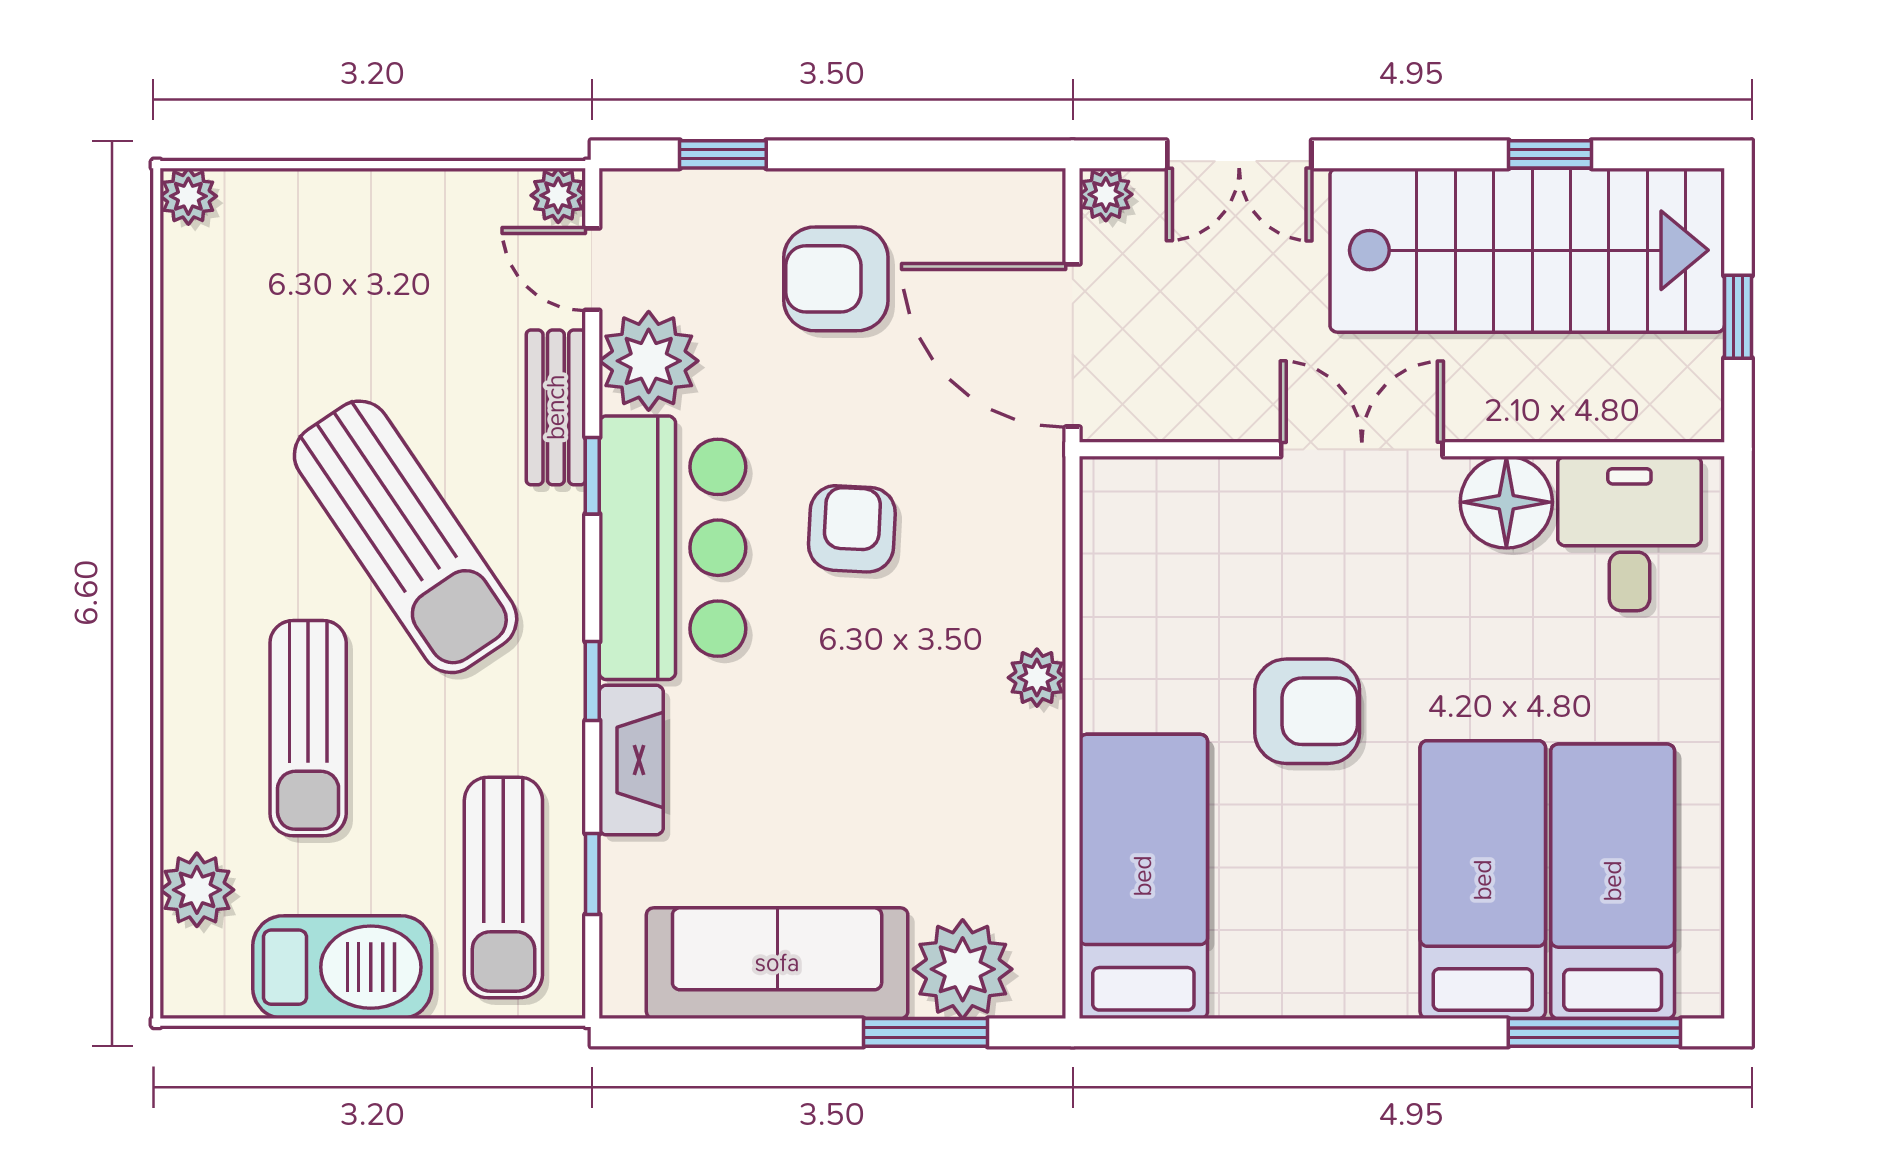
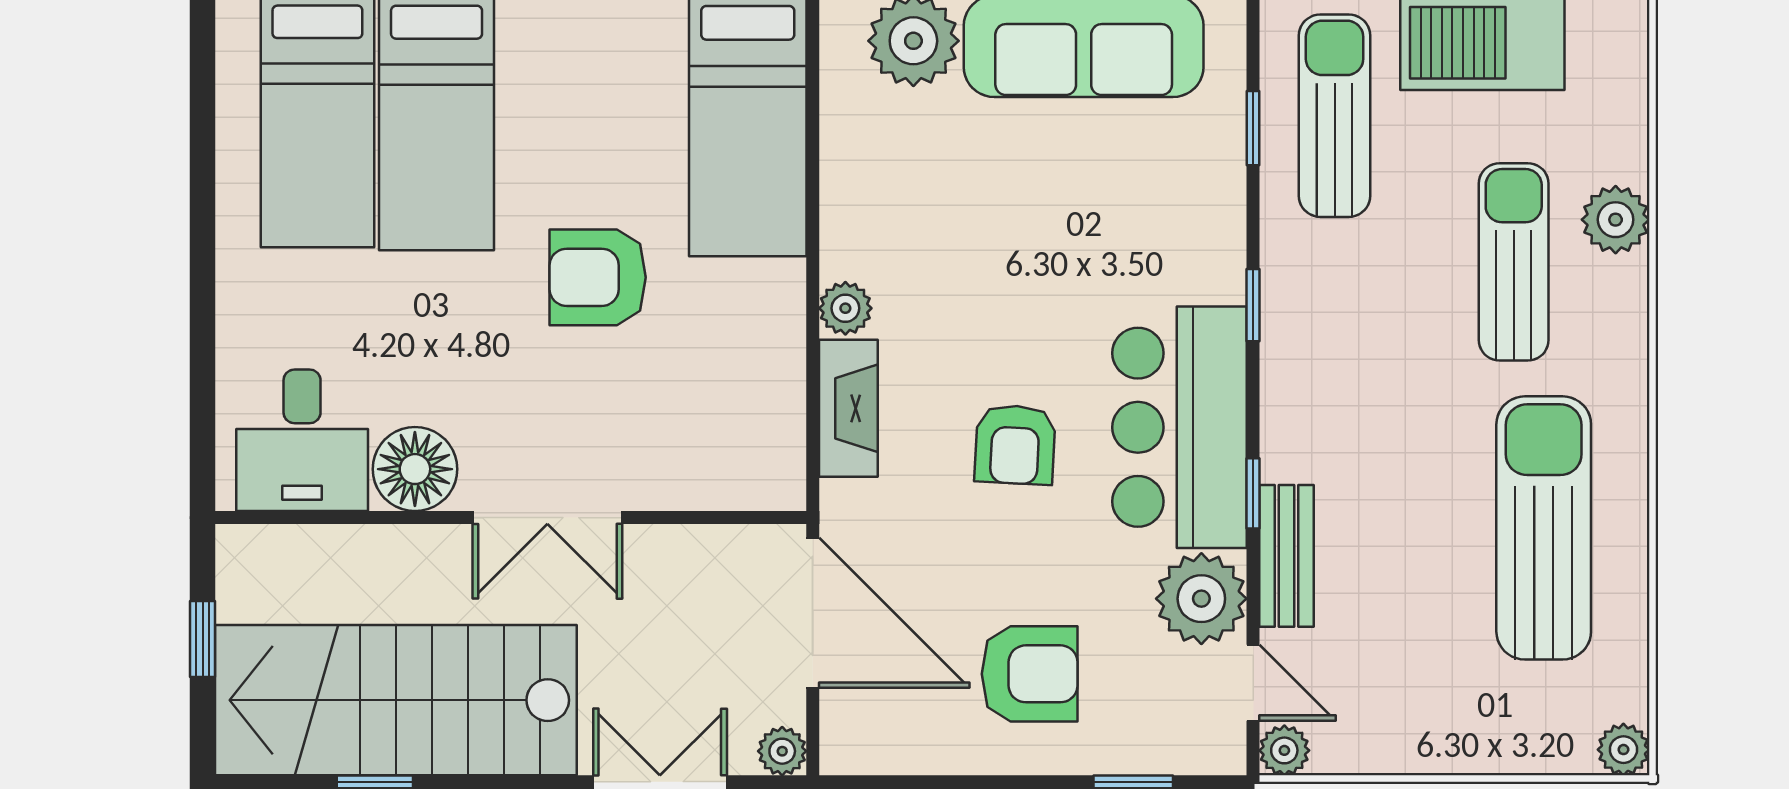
sun lounger: (406, 537) -> (1544, 528), moved, turned 34
fireplace: (631, 760) -> (848, 408), moved, turned 180
plant: (197, 890) -> (1616, 220), moved

